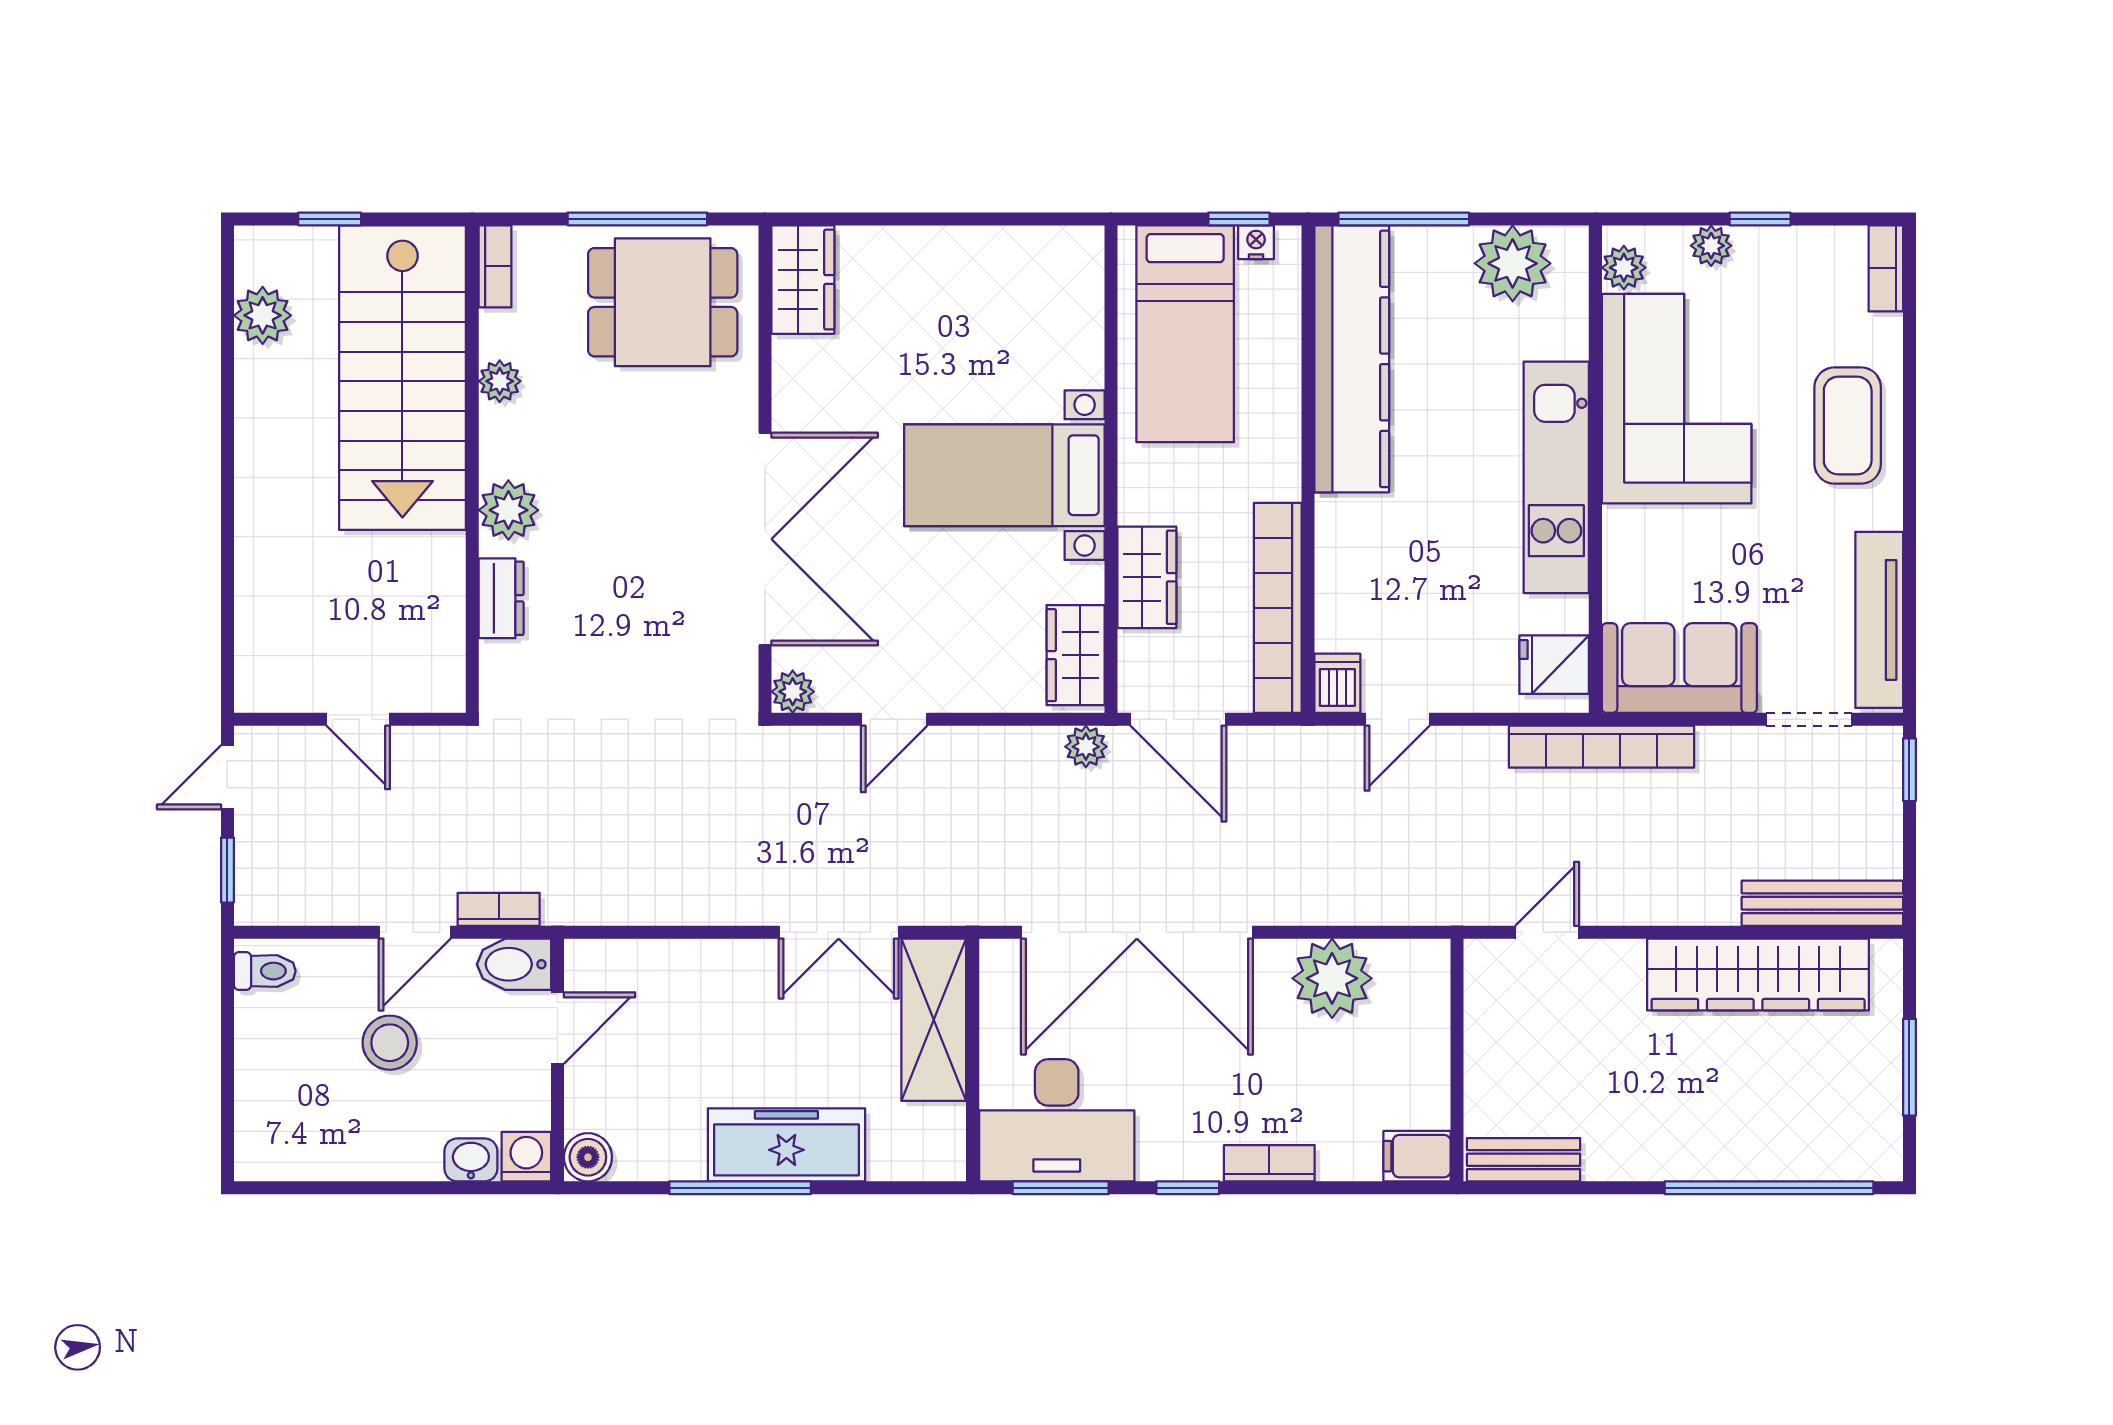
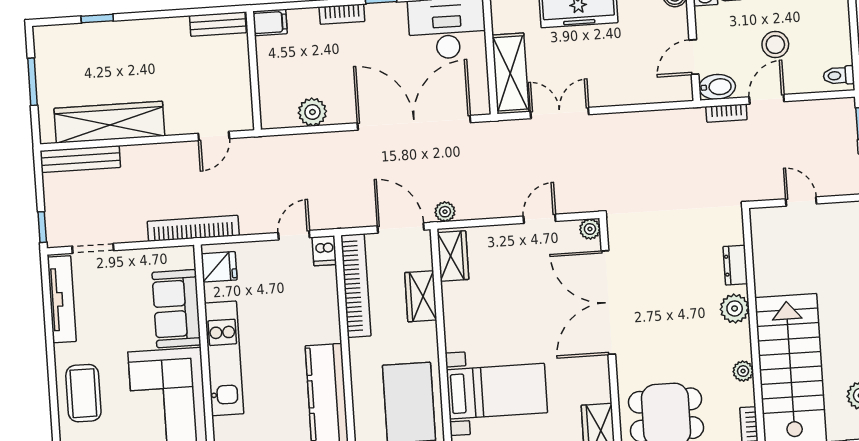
bed with nightstands: (1004, 475) -> (497, 391), moved
sofa: (1679, 668) -> (176, 309), moved, turned 90
plant: (1332, 978) -> (312, 112), width x0.73, depth x0.73
window: (1769, 1188) -> (97, 18), width x0.32

